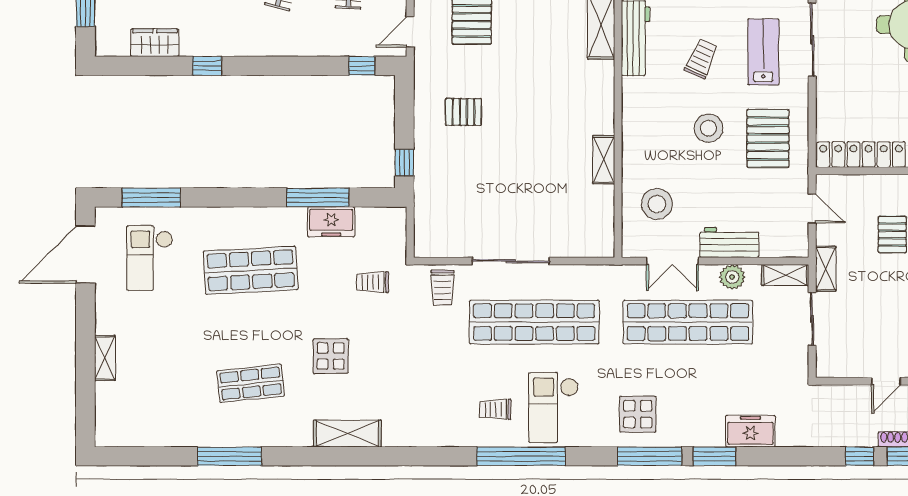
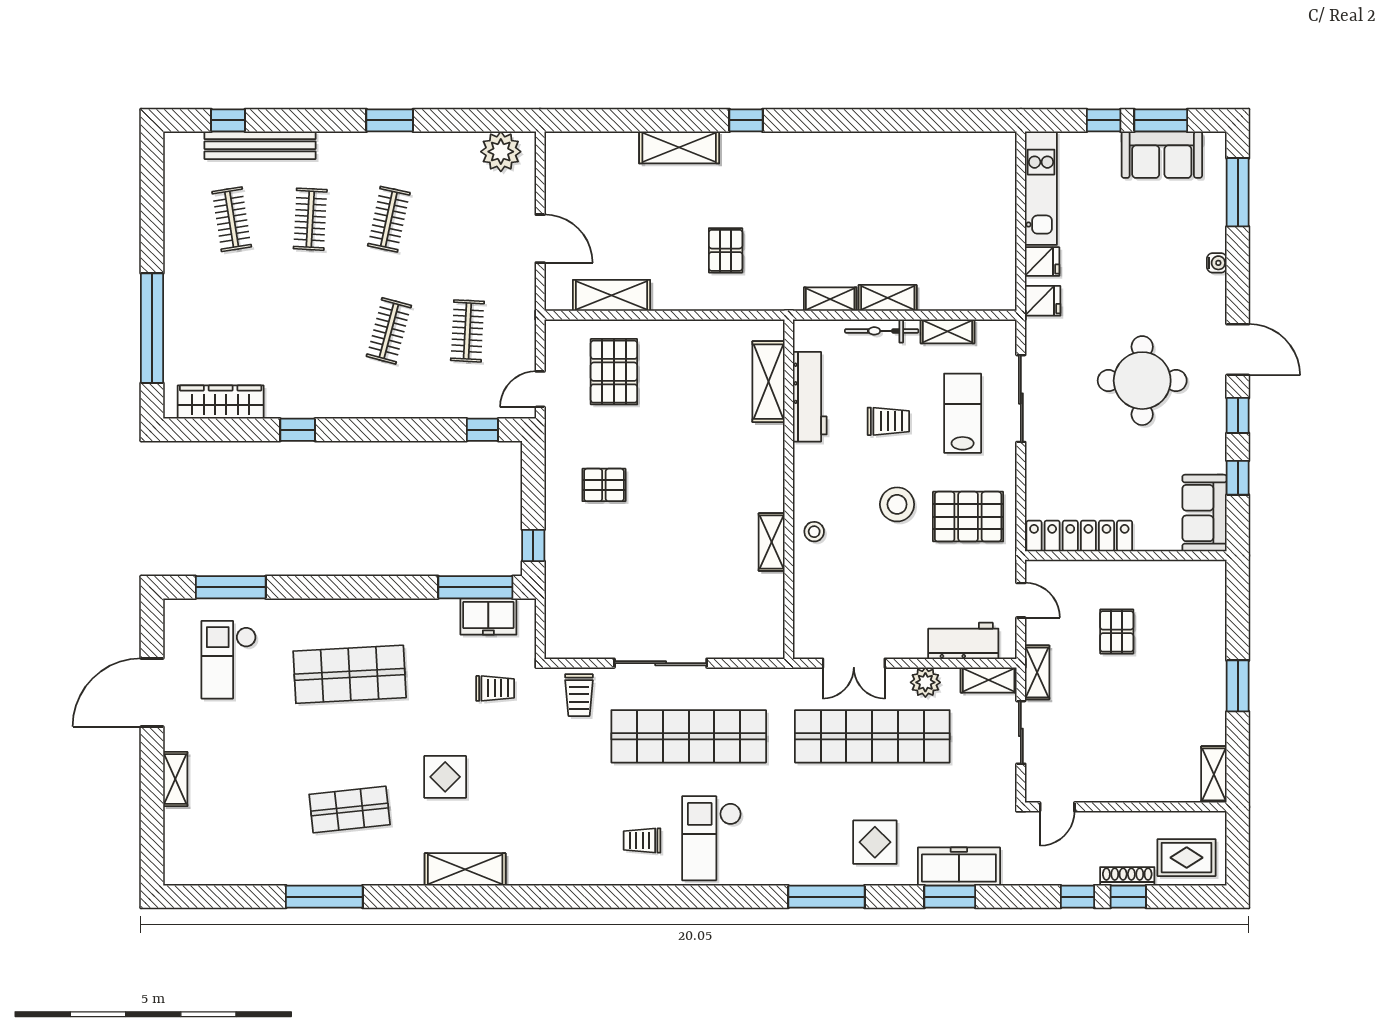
wardrobe: (155, 43) -> (221, 402), width x1.50
trolley: (701, 59) -> (888, 421), turned 66
pallet: (768, 138) -> (968, 517), turned 90
window: (318, 197) -> (475, 587), moved
stool: (657, 204) -> (814, 532), moved, width x0.53, depth x0.53
freezer: (331, 222) -> (488, 616), moved
workbench: (729, 242) -> (963, 641), moved
door: (85, 255) -> (152, 692), moved
trolley: (372, 282) -> (495, 688), turned 180
door: (886, 381) -> (1057, 807), moved
display table: (638, 414) -> (875, 842), moved
freezer: (750, 431) -> (959, 866), width x1.40
window: (521, 456) -> (673, 897), removed
window: (714, 456) -> (950, 897), moved

